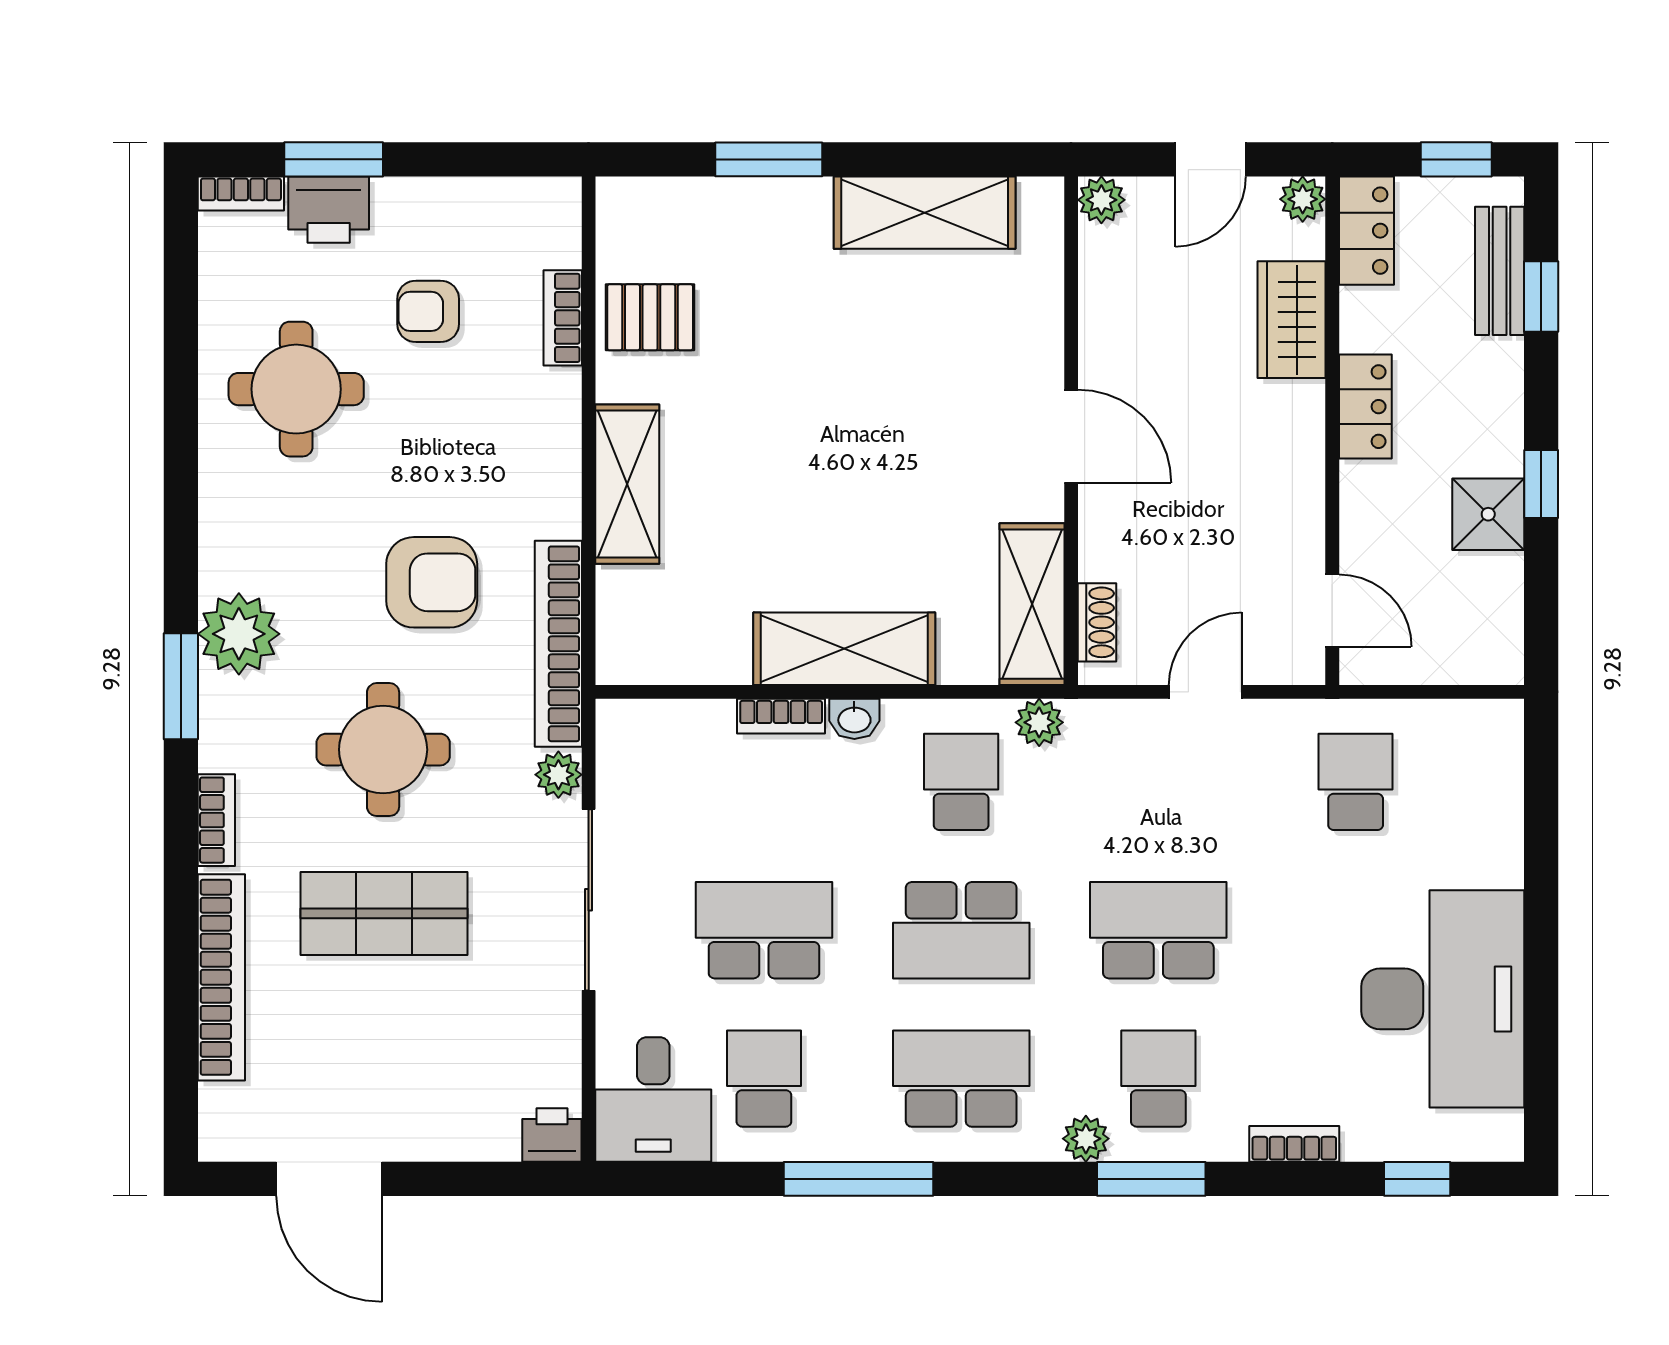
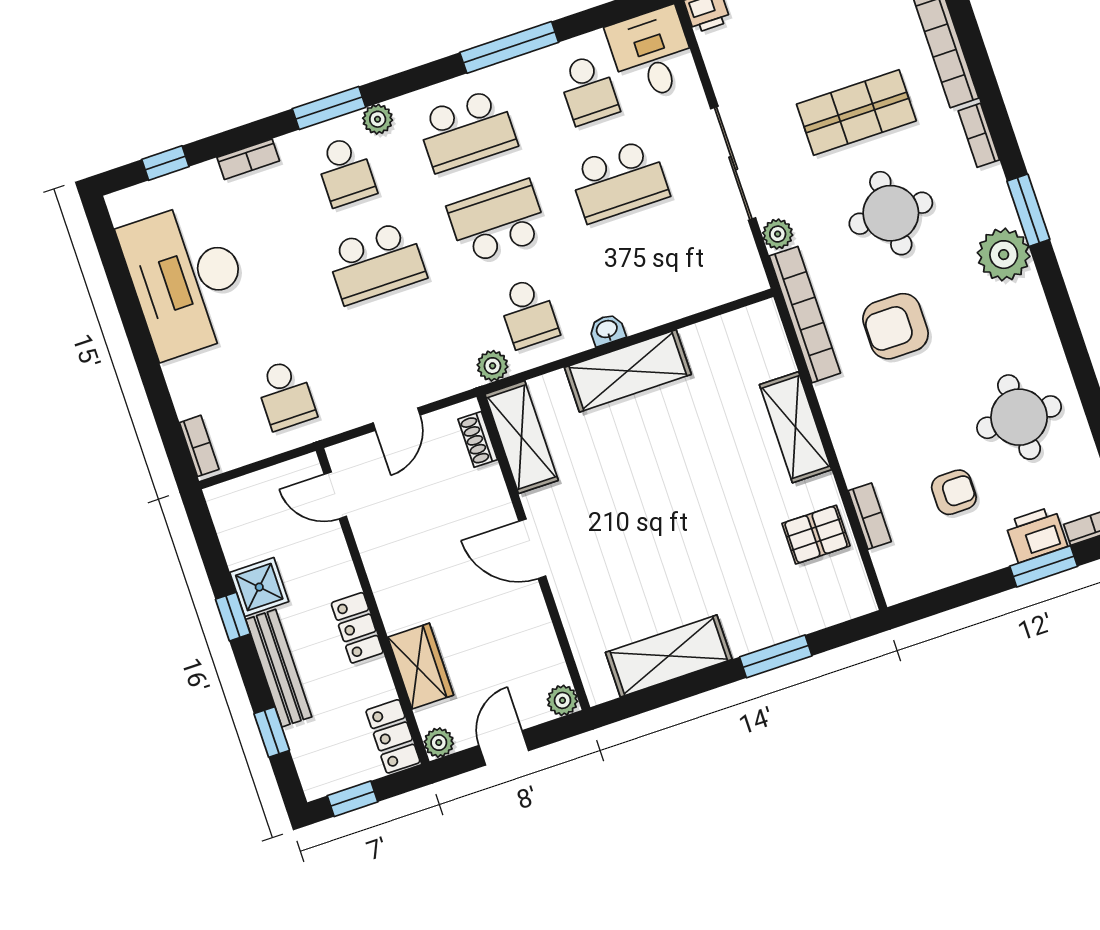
bench: (1500, 271) -> (279, 668), moved, width x1.36
bookcase: (781, 716) -> (199, 446), moved, turned 90

